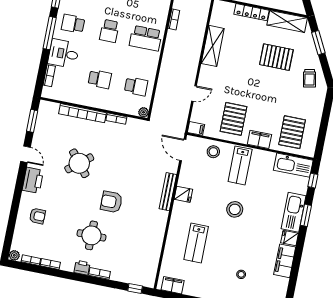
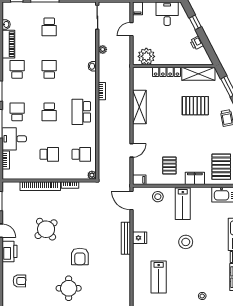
school desk: (73, 24) -> (17, 112), turned 90
school desk: (146, 38) -> (81, 112), turned 90
pallet: (234, 119) -> (169, 165), width x0.67, depth x0.71
armchair: (111, 202) -> (80, 256), turned -90

